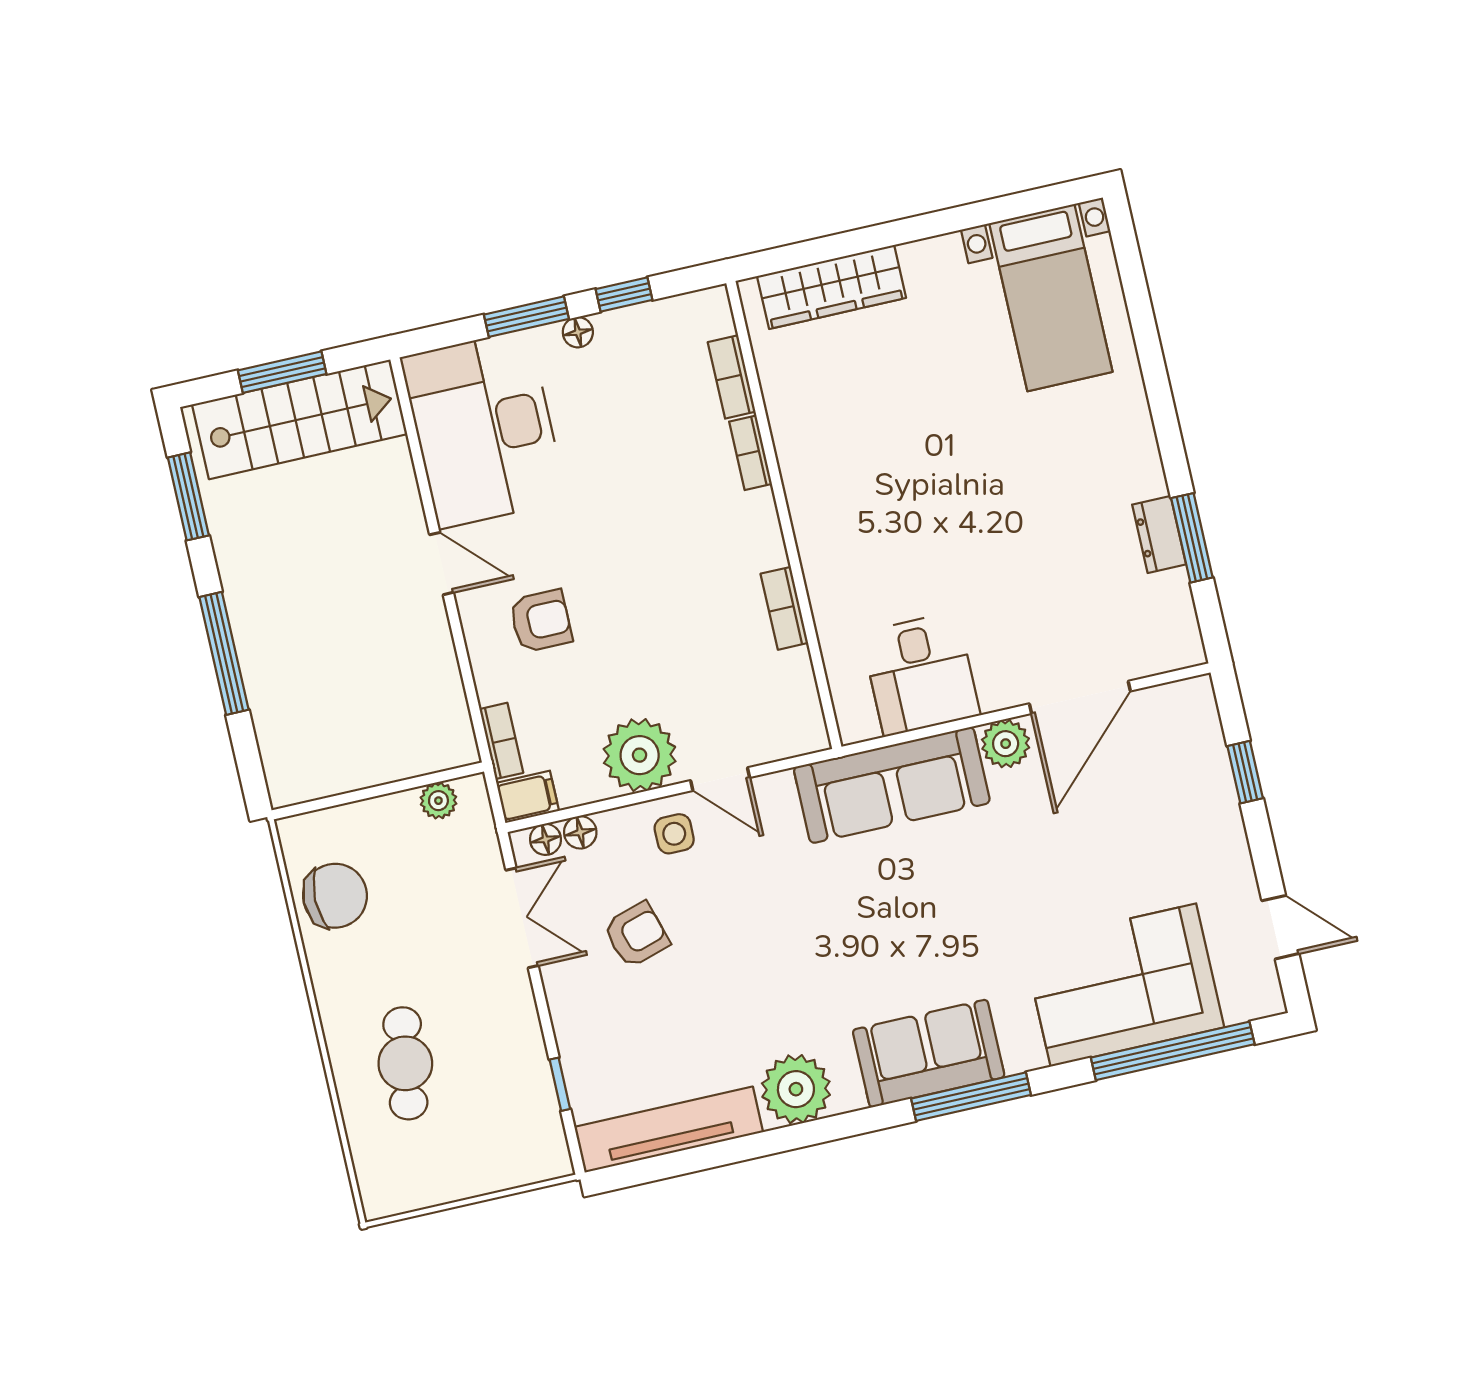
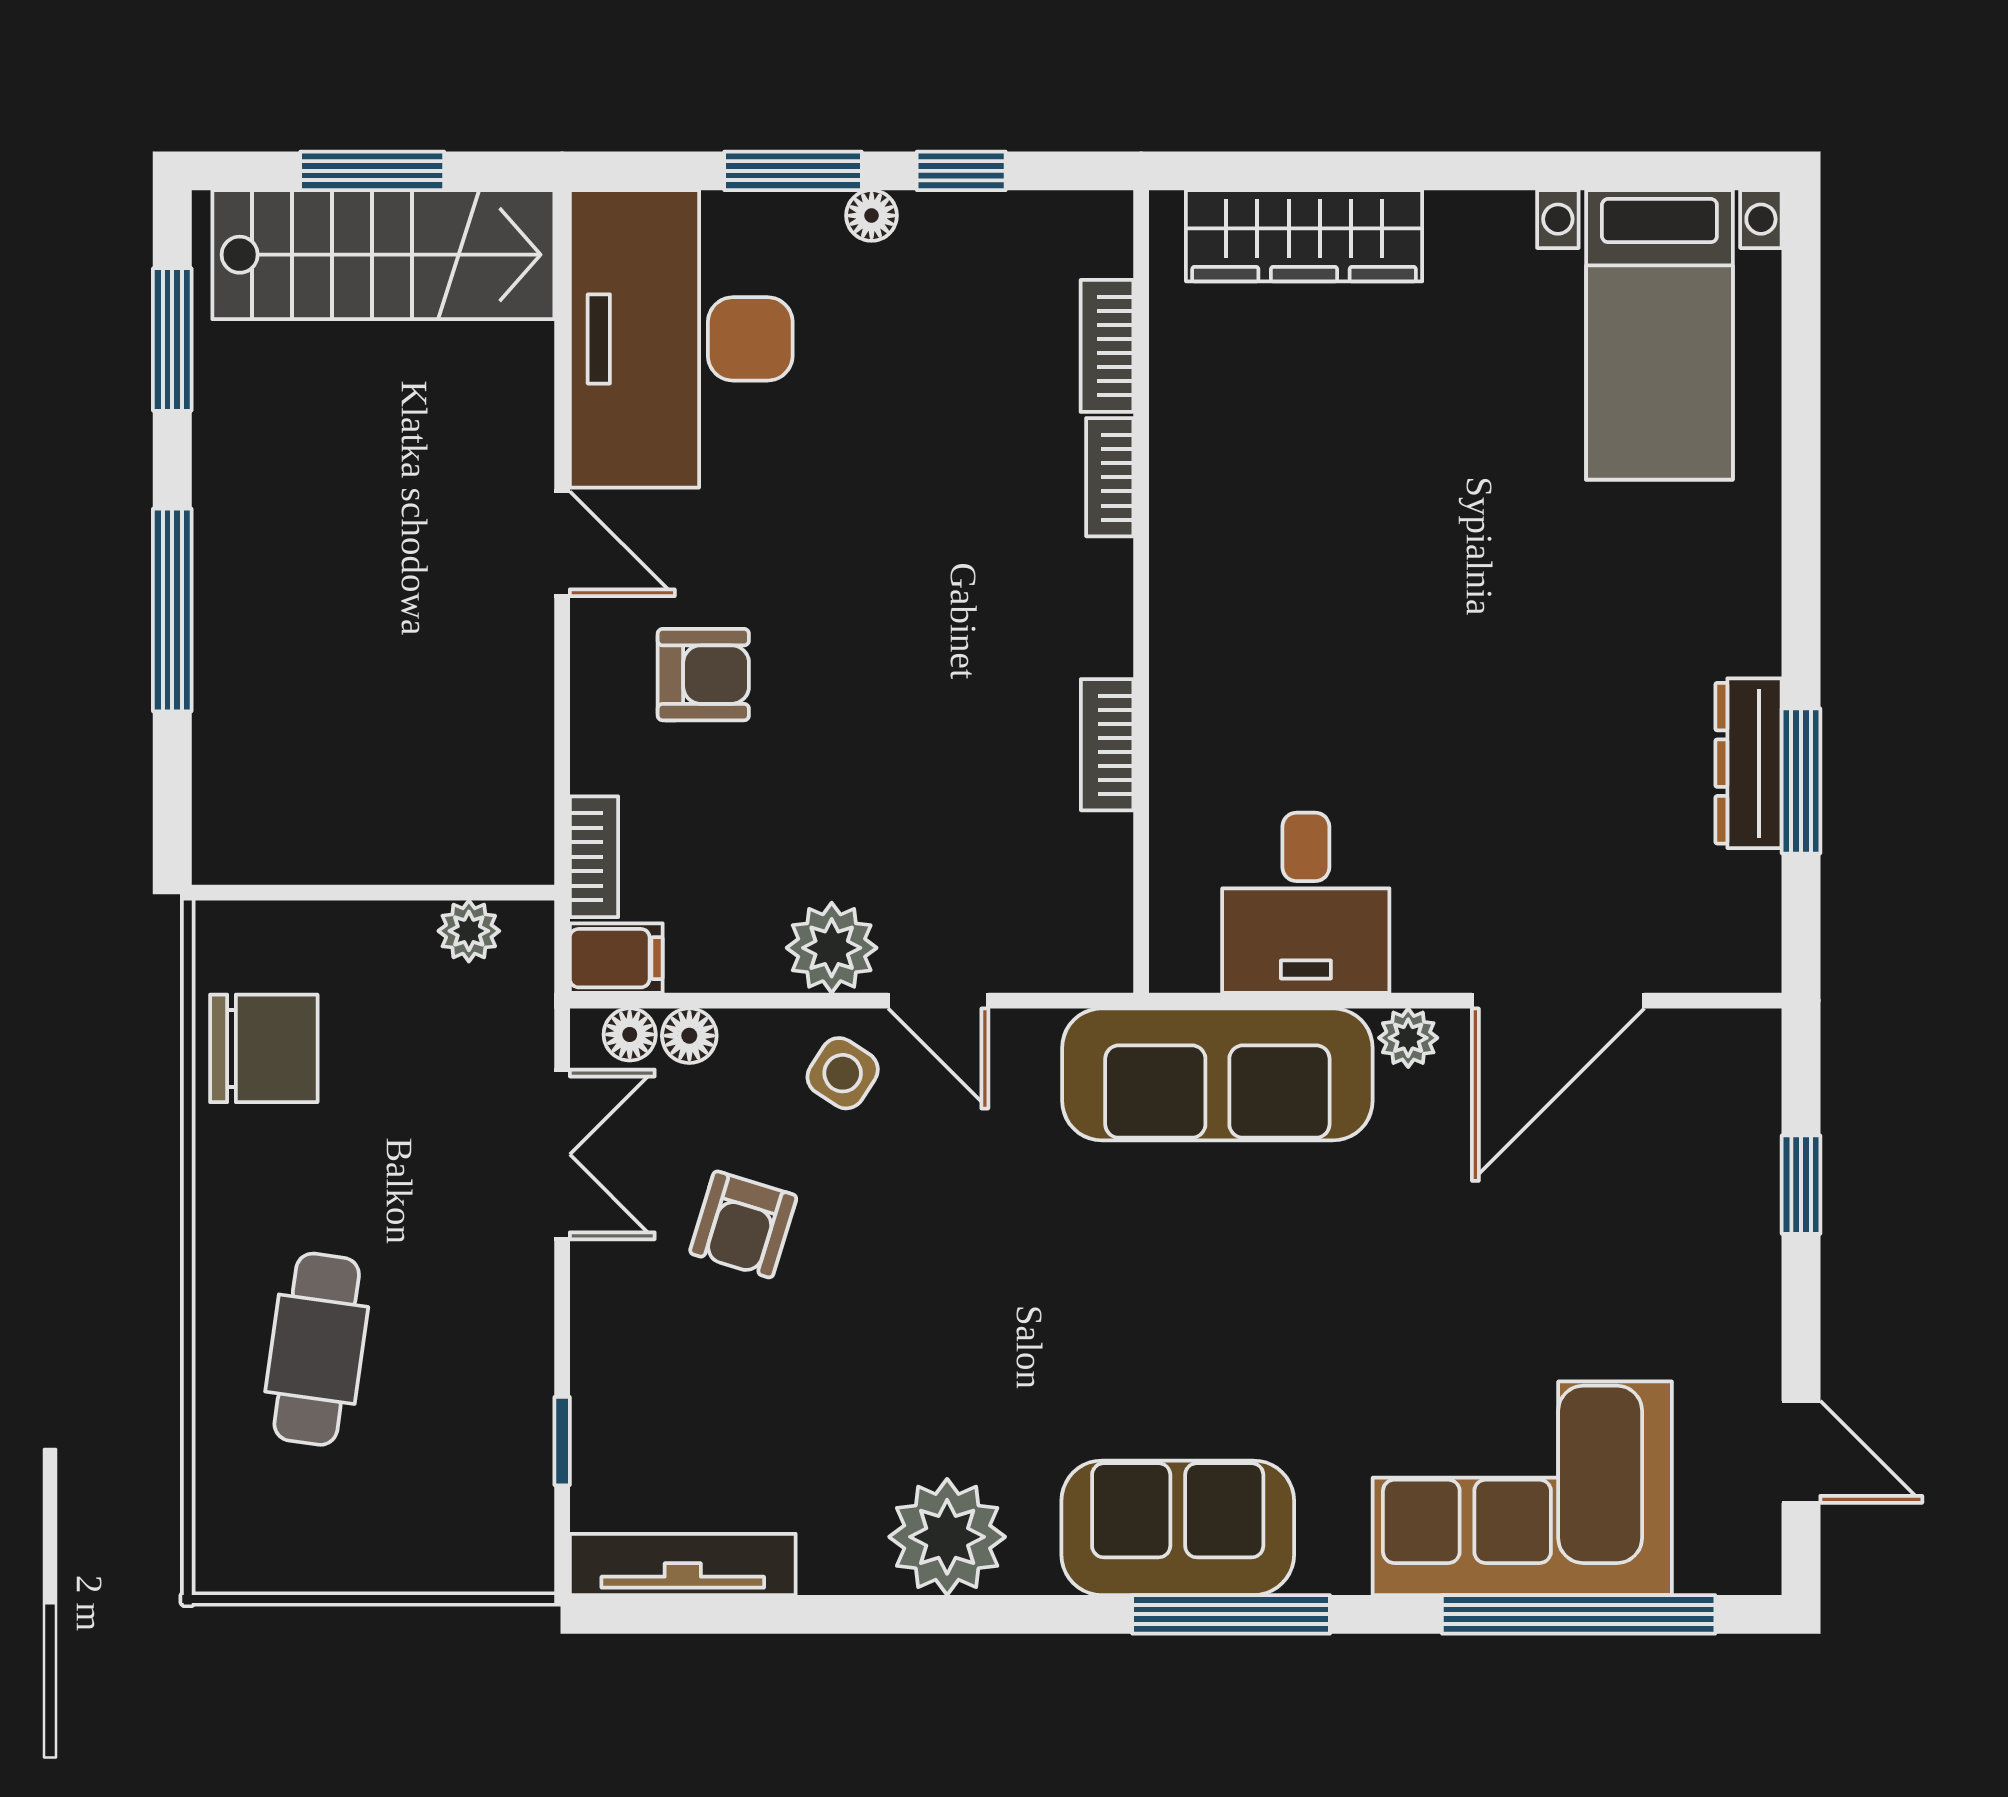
dresser: (1159, 534) -> (1749, 763), width x1.44
plant: (1006, 744) -> (1408, 1038), width x0.73, depth x0.73
plant: (640, 755) -> (832, 948), width x0.73, depth x0.73
side table: (674, 834) -> (843, 1073), turned 33
armchair: (636, 935) -> (743, 1224), turned 124
tv unit: (669, 1130) -> (683, 1564), width x0.73, depth x0.78

